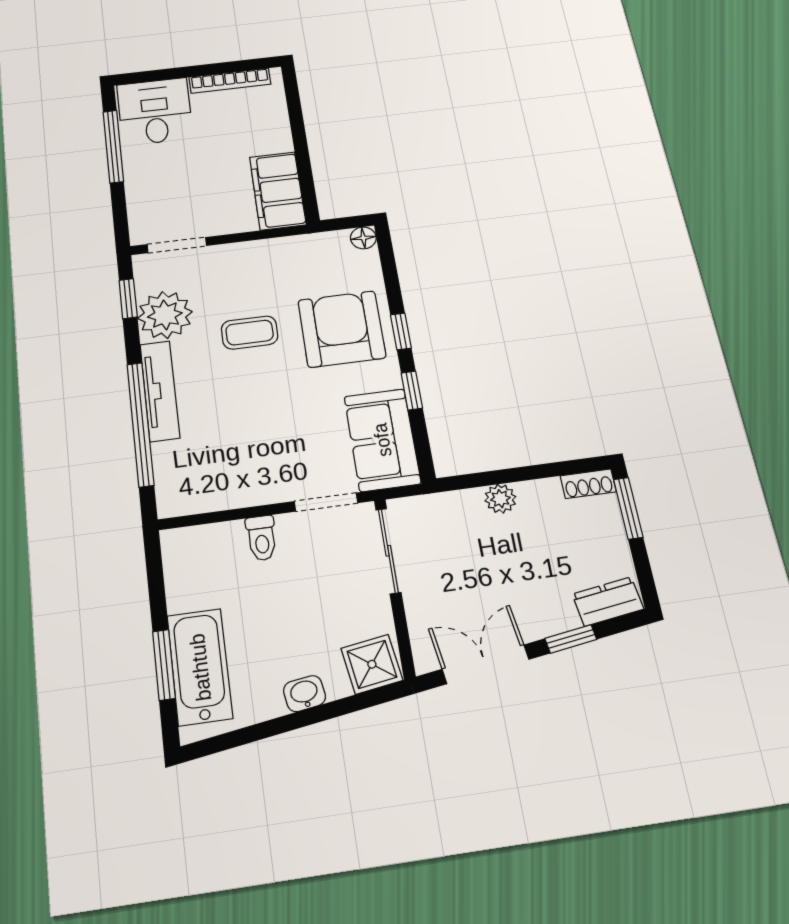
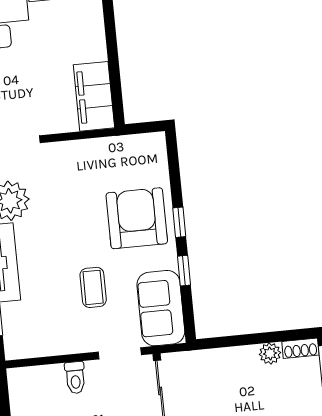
floor lamp: (363, 238) -> (156, 141), removed
coffee table: (250, 333) -> (93, 287), moved, turned 90
plant: (500, 499) -> (270, 353), moved

